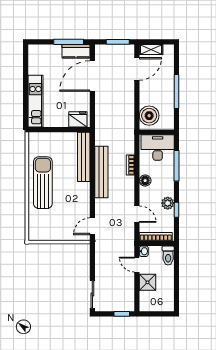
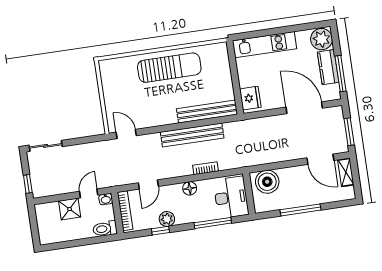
kitchen counter: (76, 51) -> (328, 67), moved
plant: (38, 53) -> (322, 39), added

